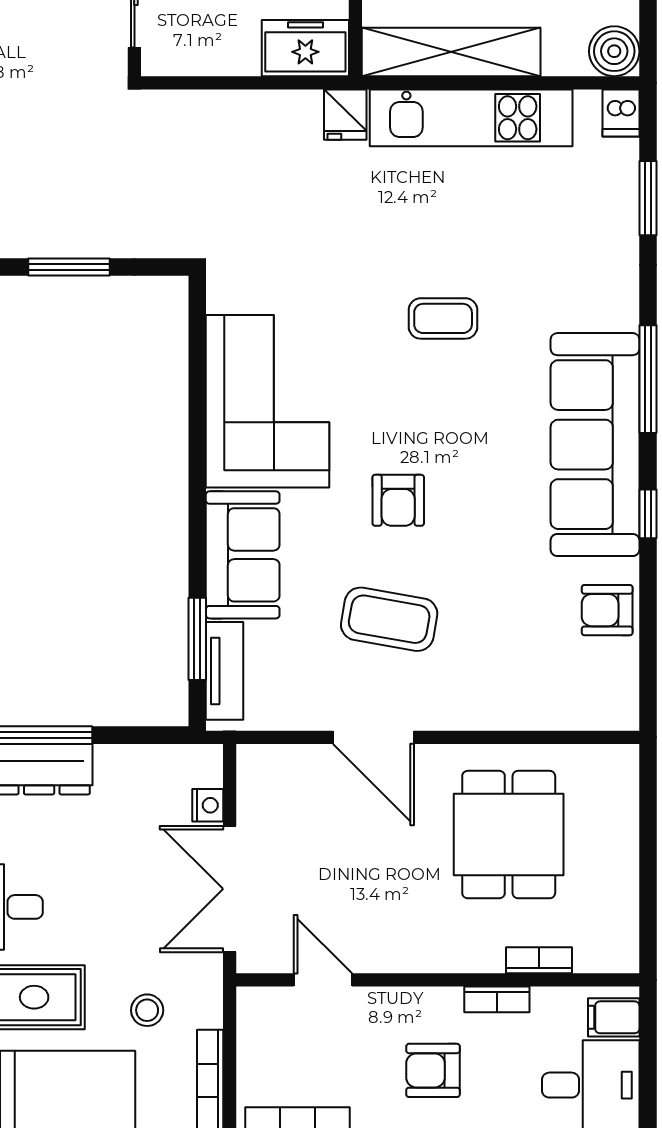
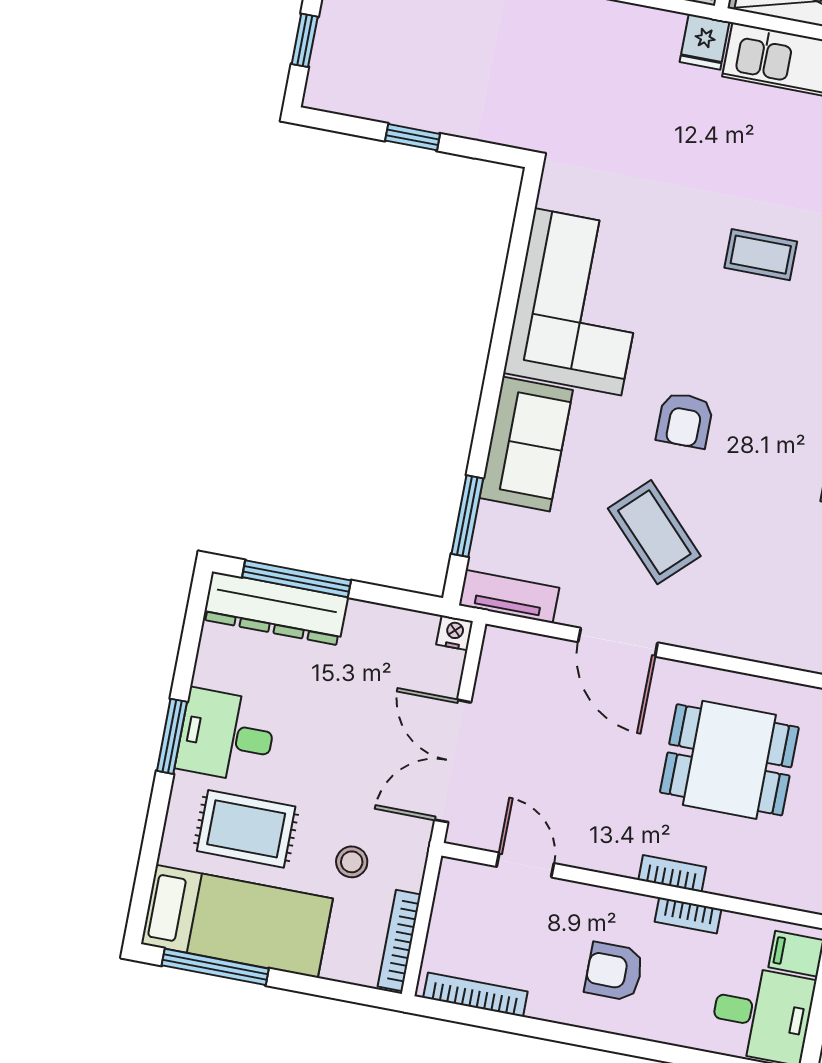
window: (69, 267) -> (413, 137), width x0.67
coffee table: (389, 619) -> (654, 532), turned 36
tv unit: (225, 671) -> (509, 597), moved, turned -90
nightstand: (208, 805) -> (455, 633), moved, turned -90
dining table: (509, 835) -> (729, 760), turned 90
bookcase: (539, 960) -> (672, 874), moved

